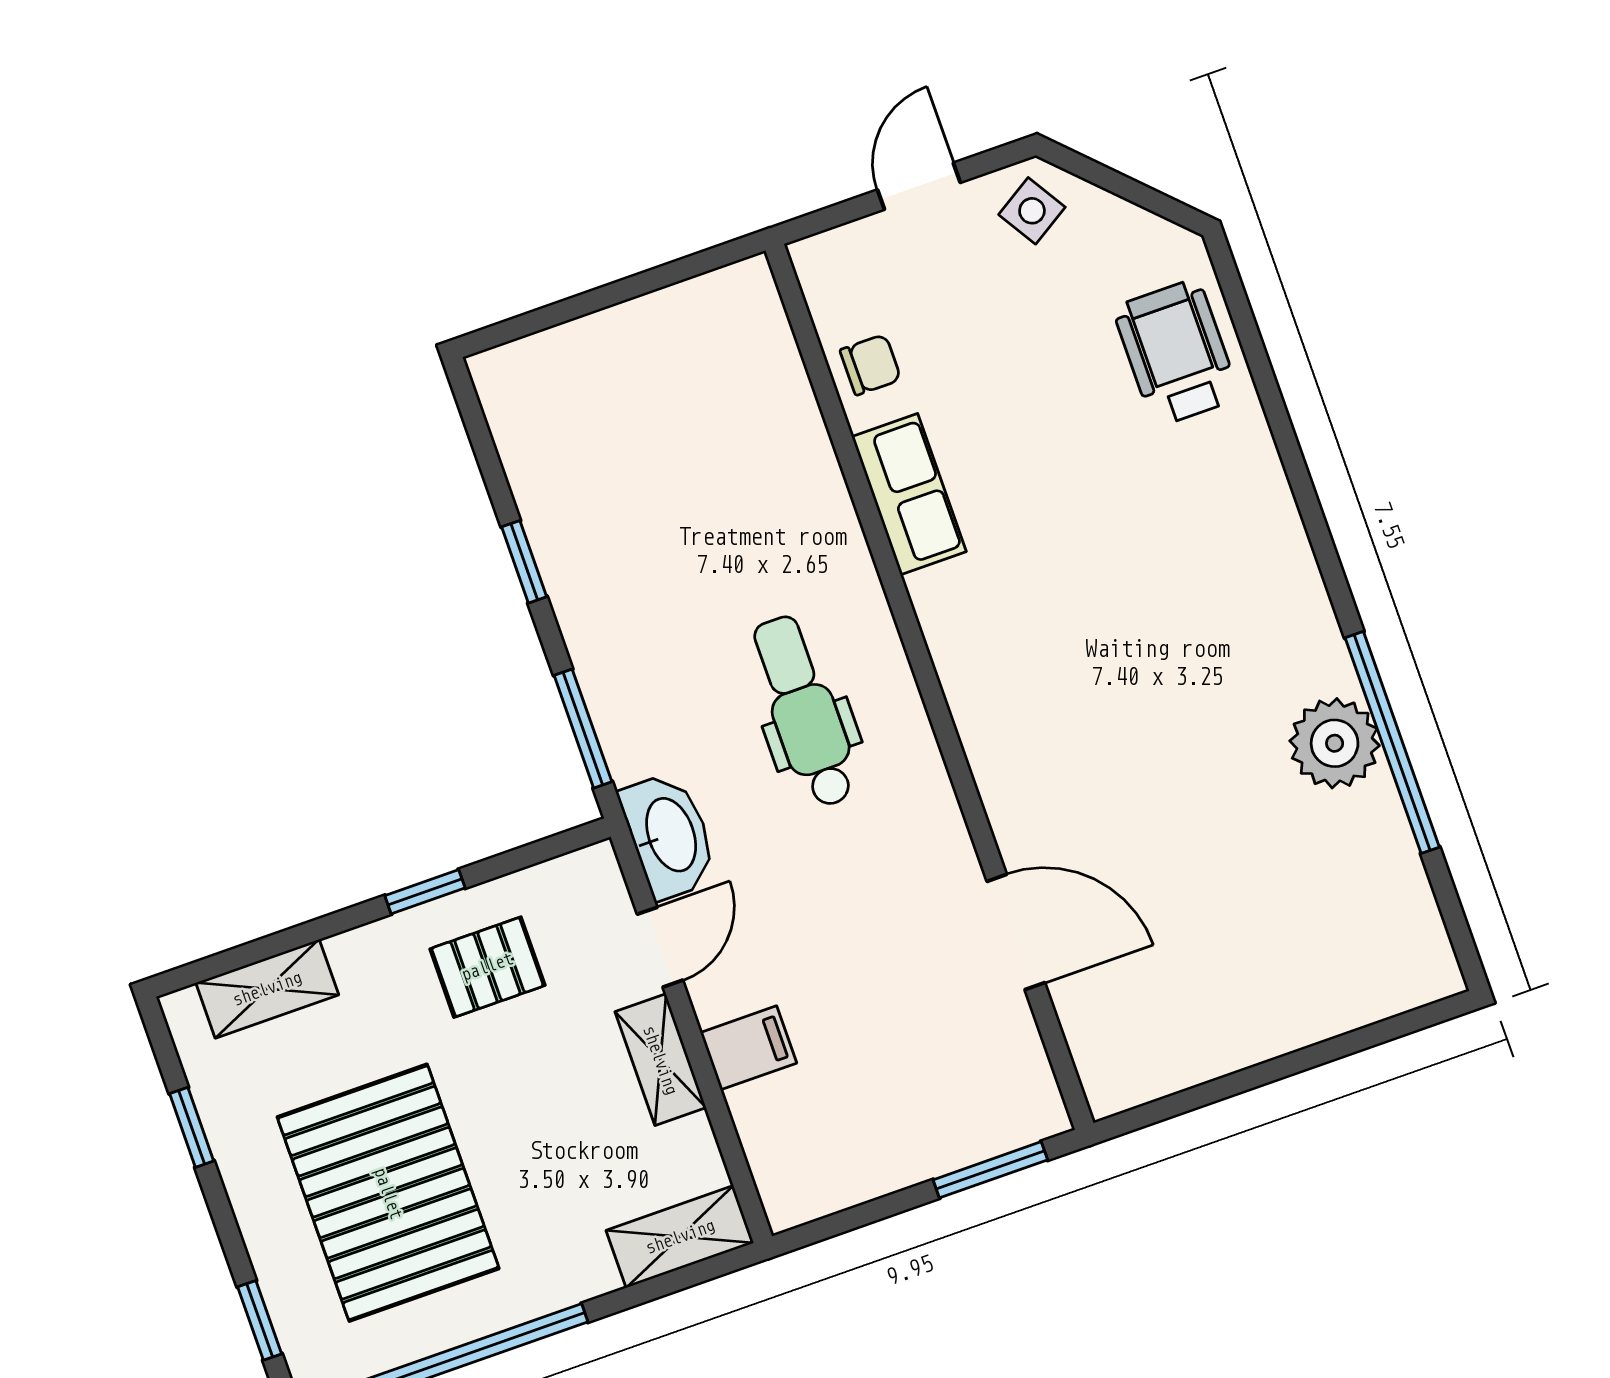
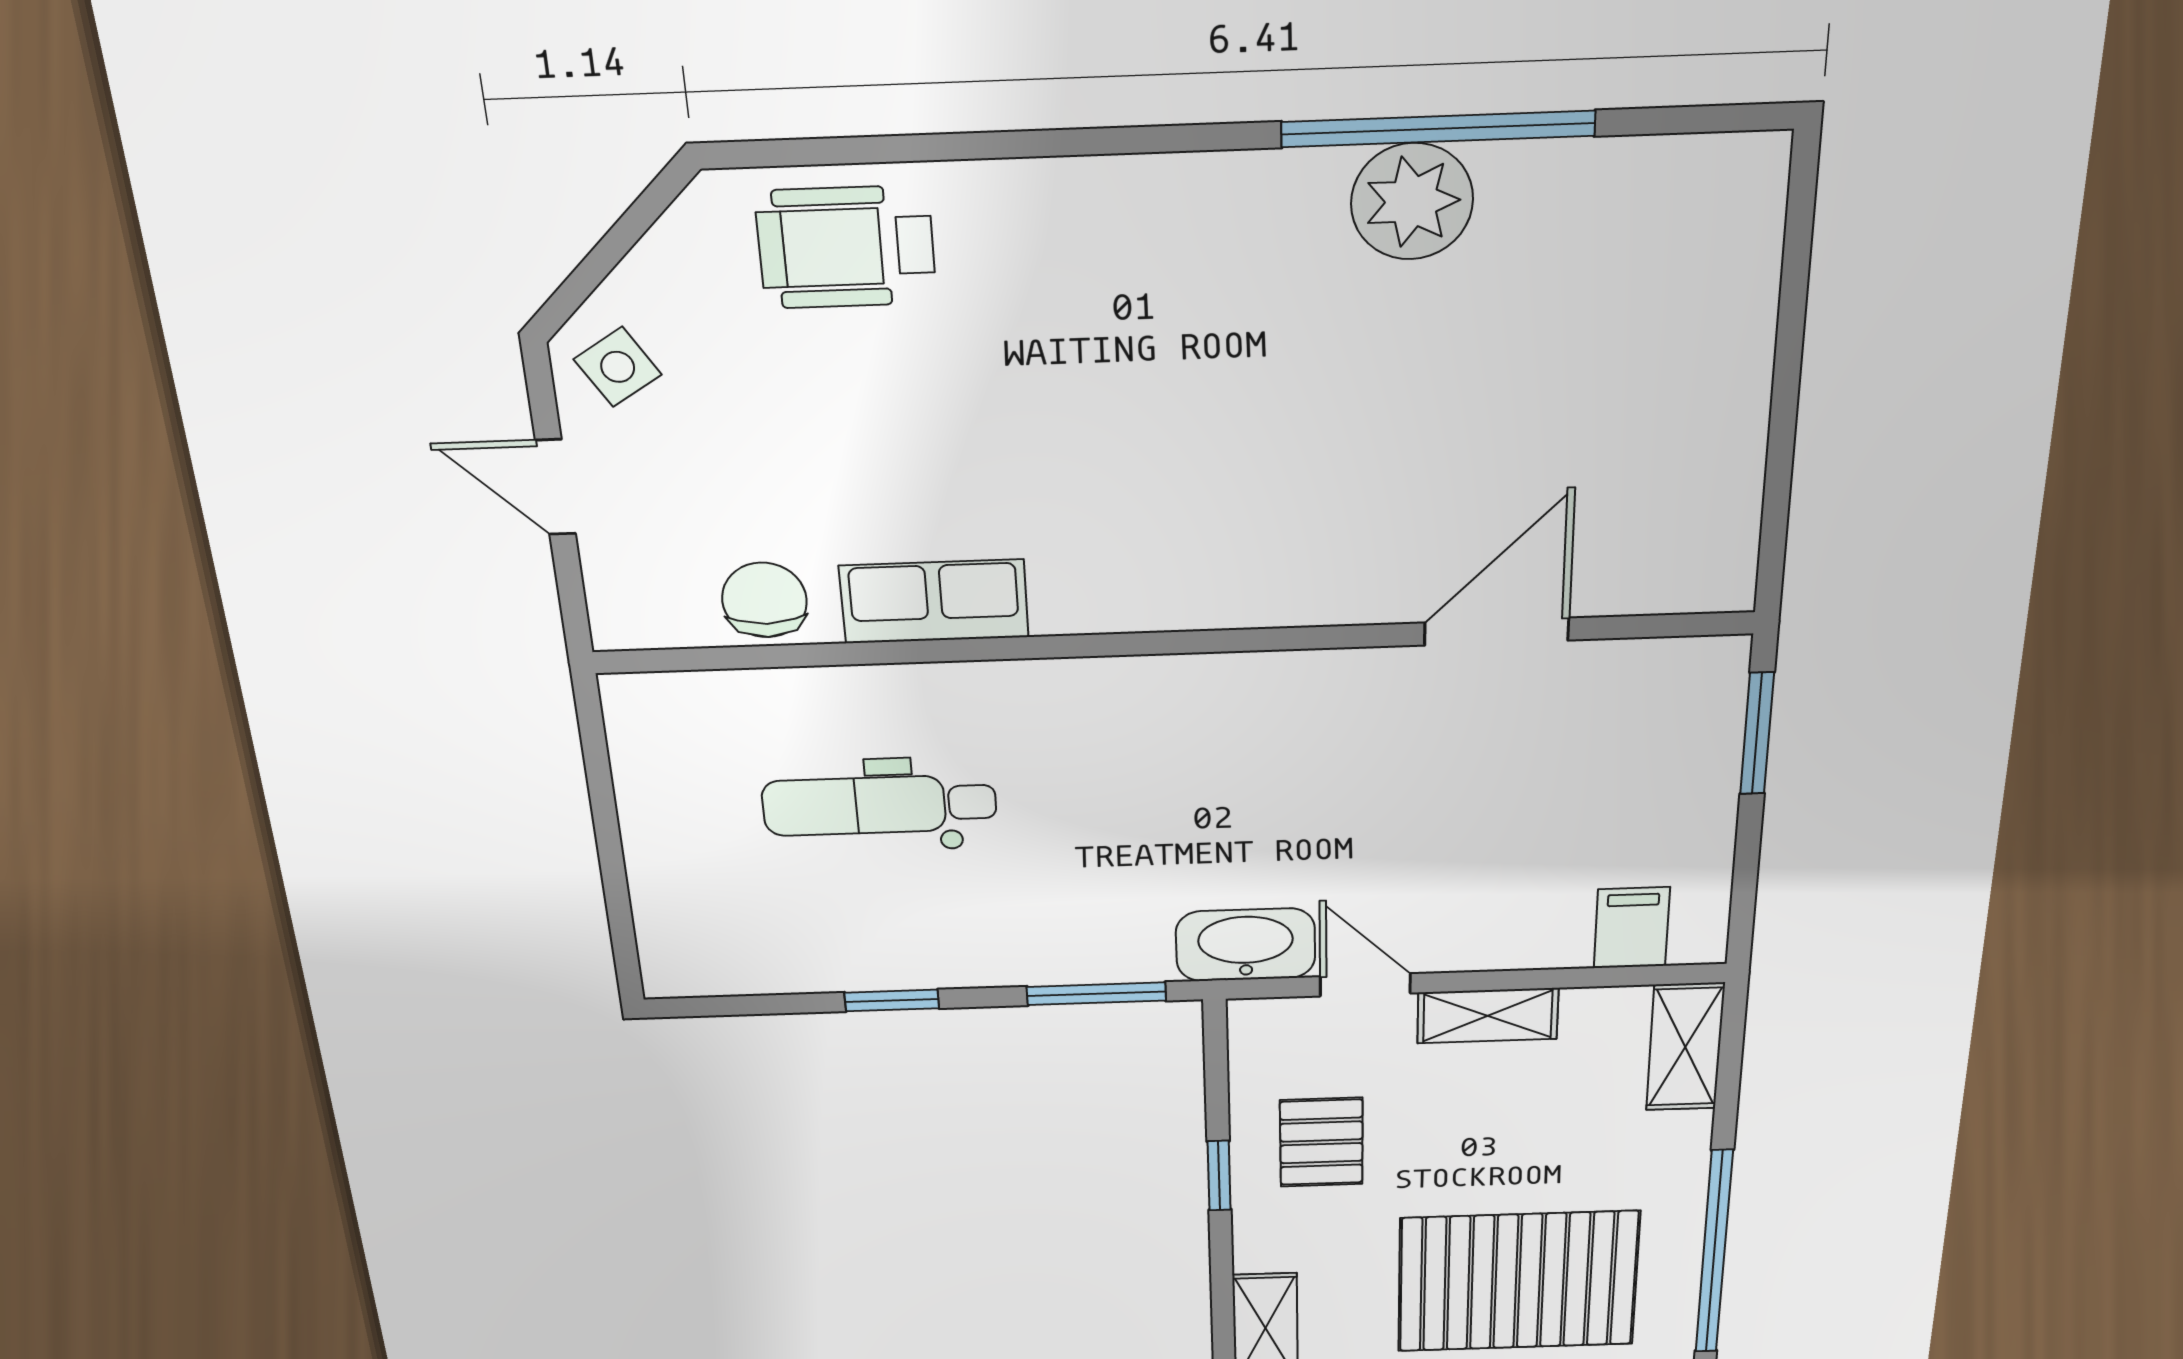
chair: (870, 365) -> (764, 600), width x1.37, depth x1.37
dental chair: (804, 711) -> (879, 805), moved
filing cabinet: (749, 1048) -> (1632, 928), moved

